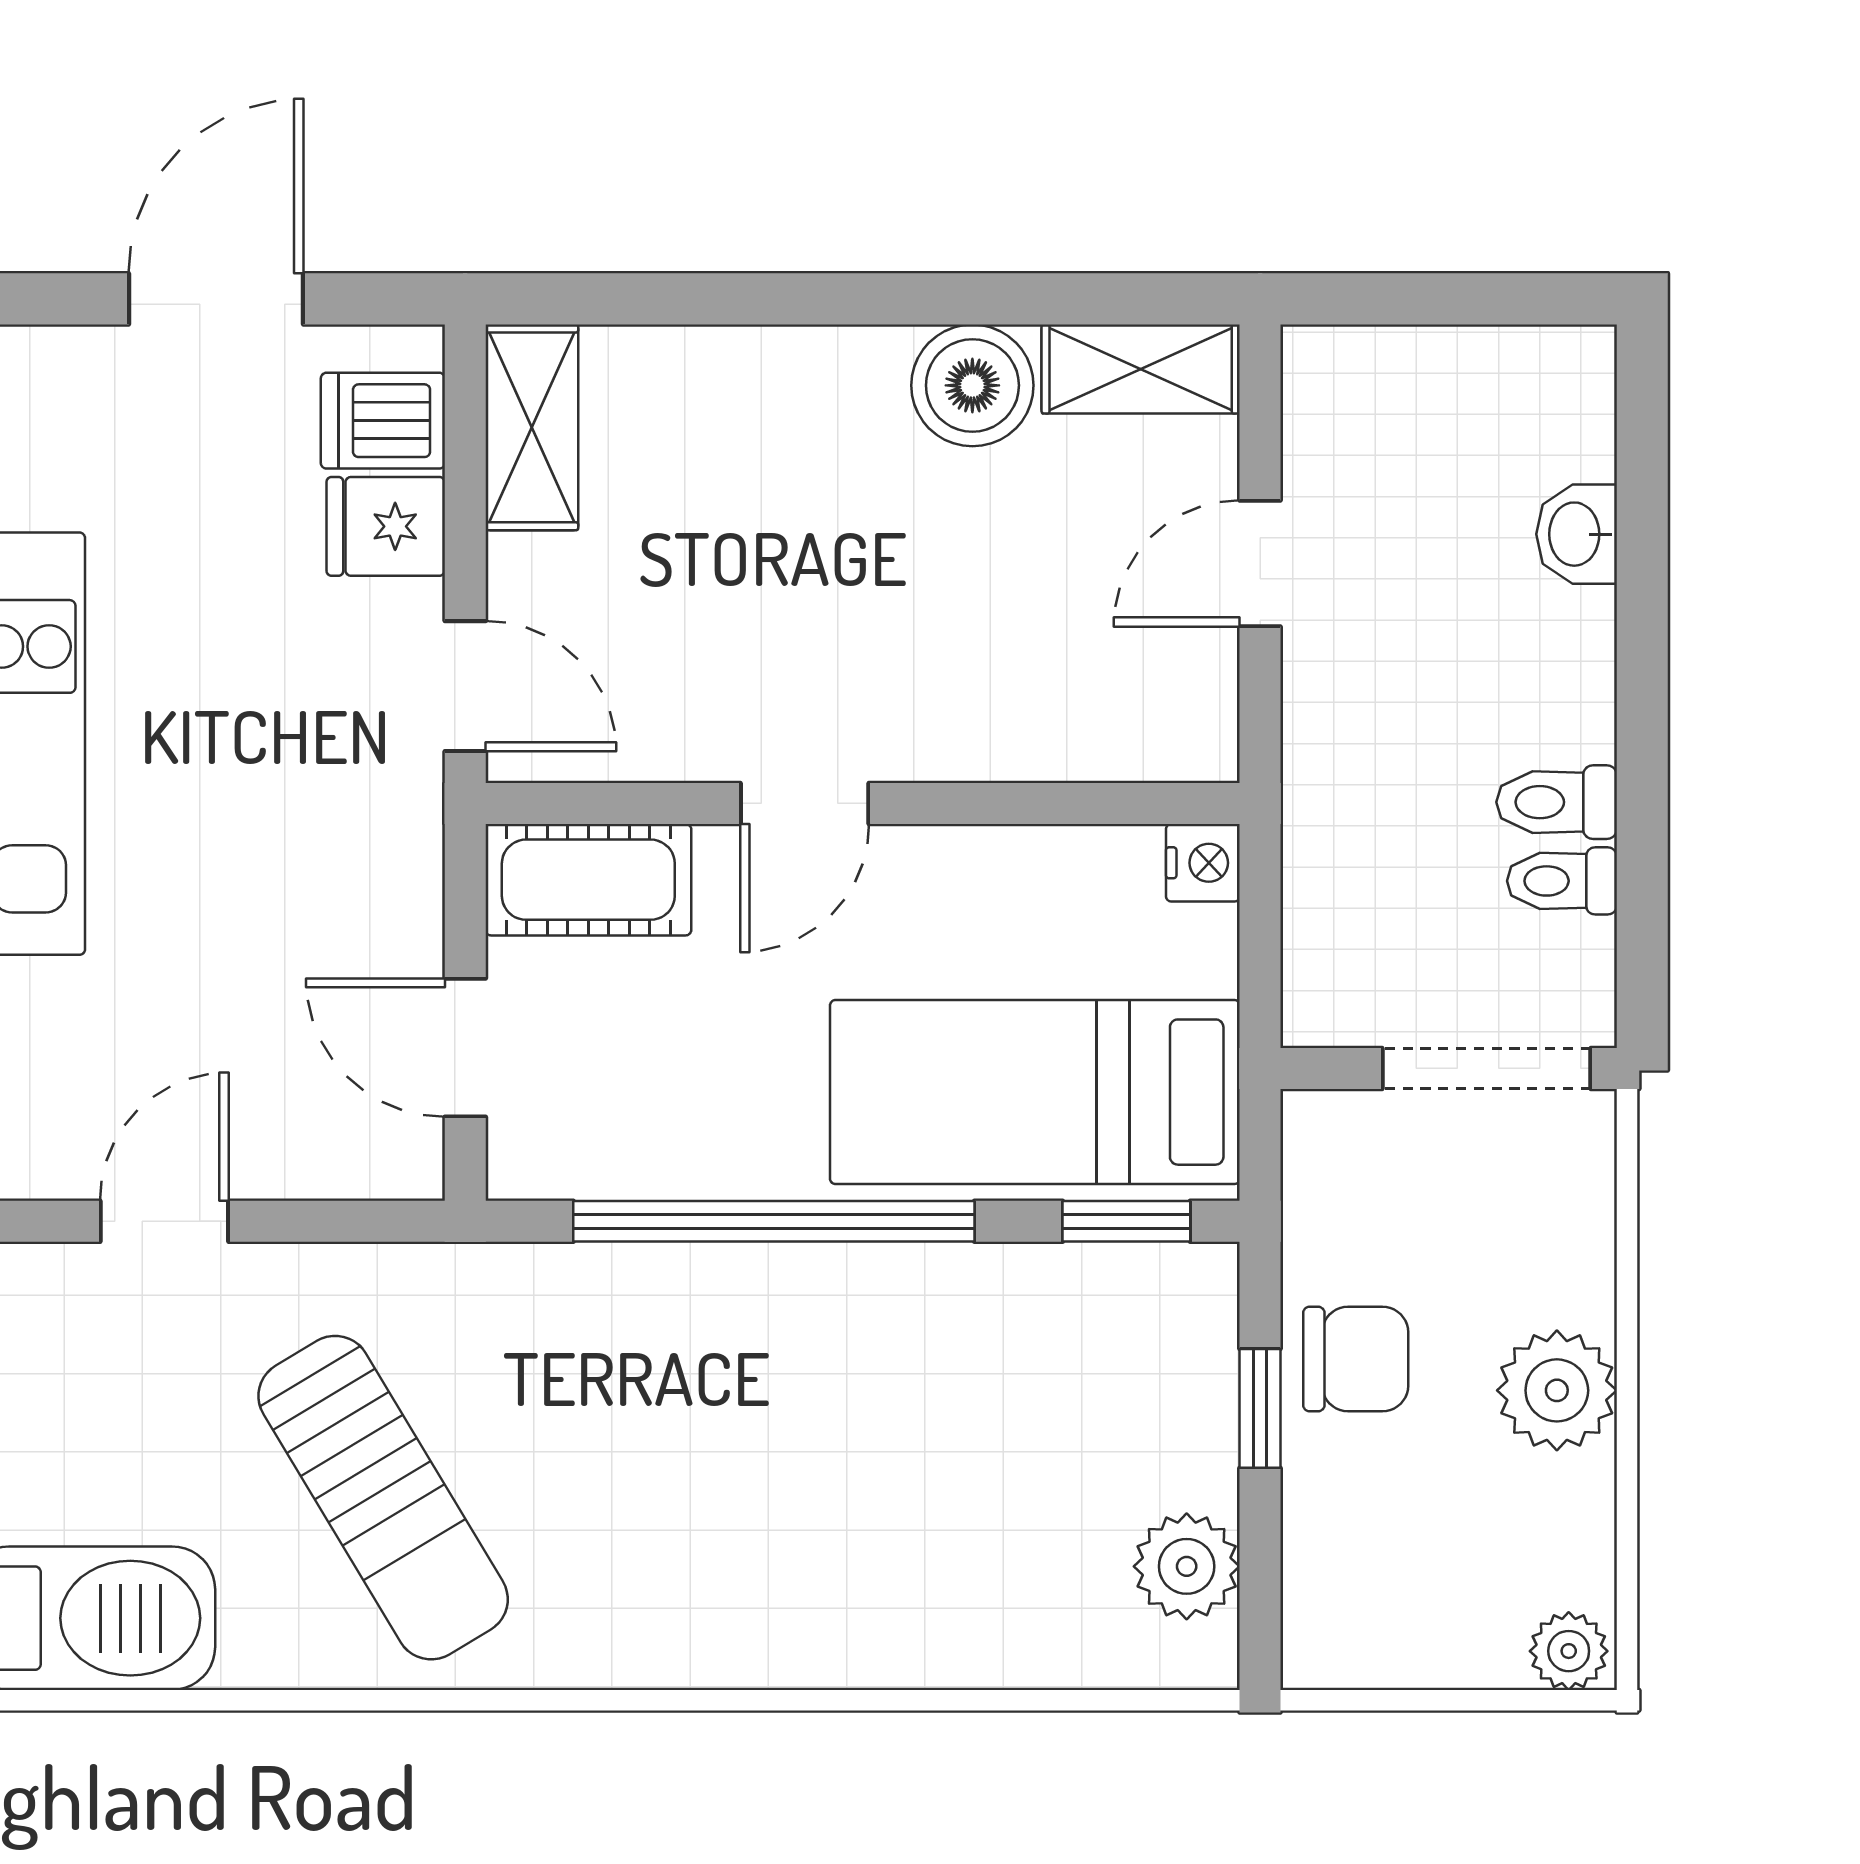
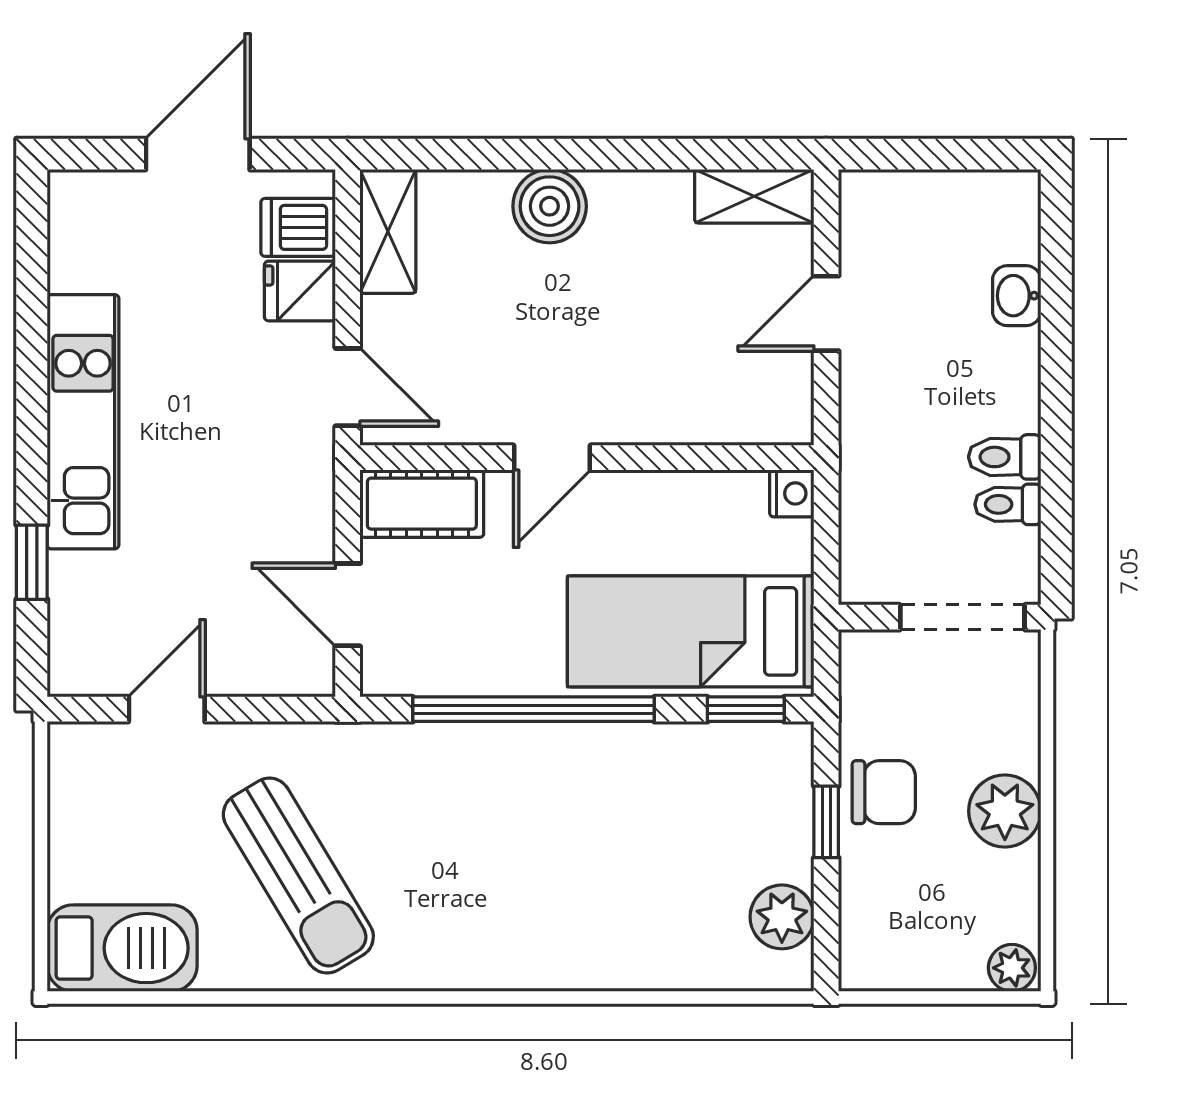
boiler: (972, 385) -> (550, 206), moved

